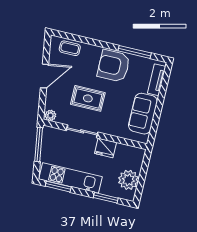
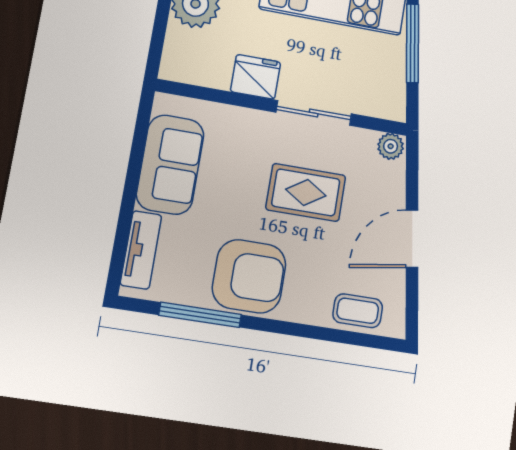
window: (39, 145) -> (412, 43), moved

